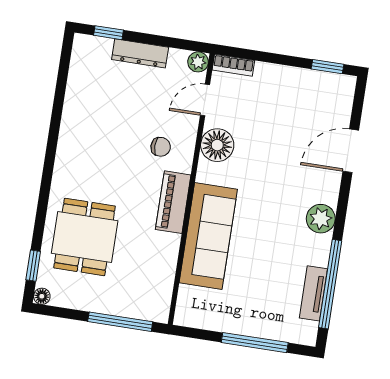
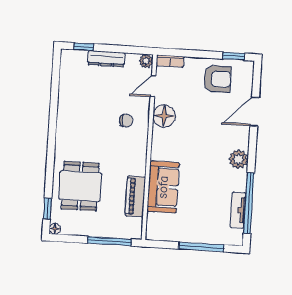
armchair: (300, 98) -> (217, 79), added
piano: (173, 202) -> (135, 196), moved
sofa: (208, 236) -> (163, 187), width x0.73

